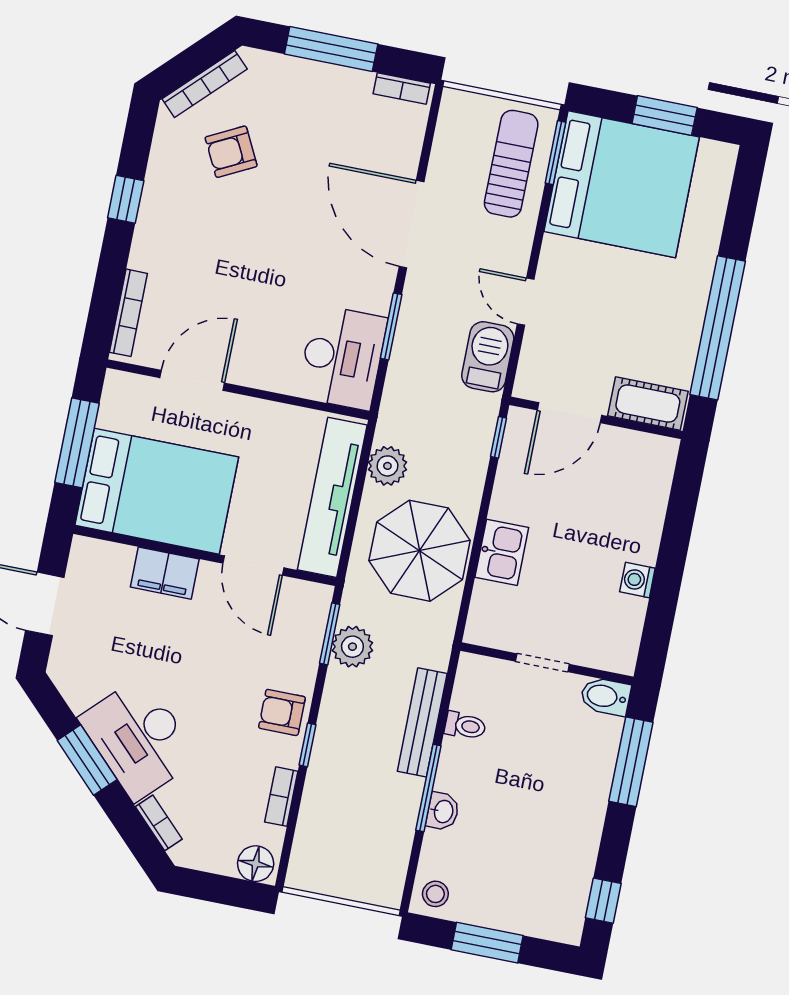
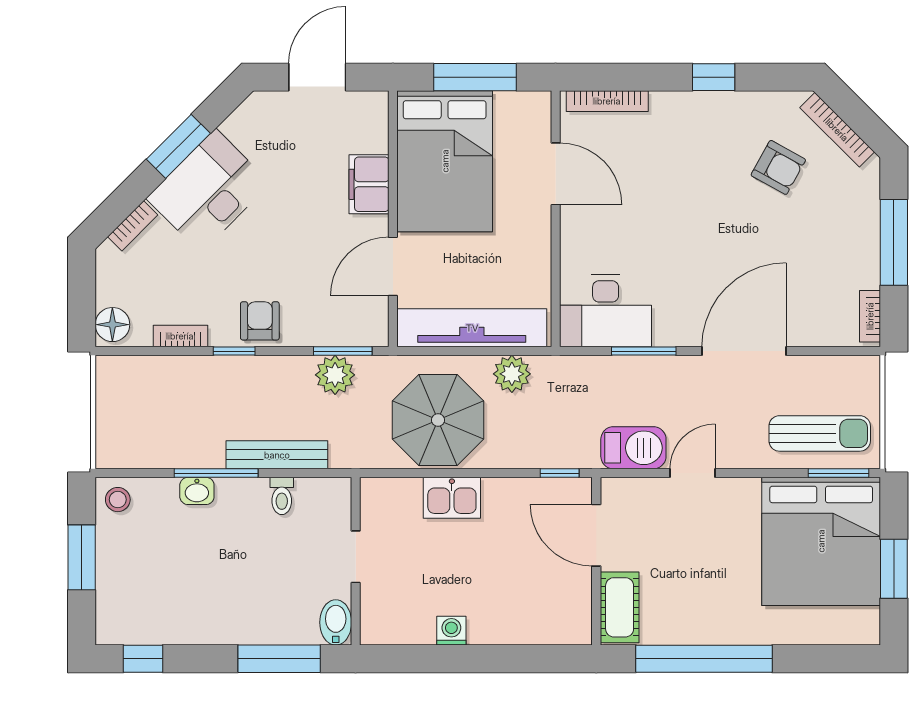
armchair: (231, 152) -> (778, 167), turned 146

